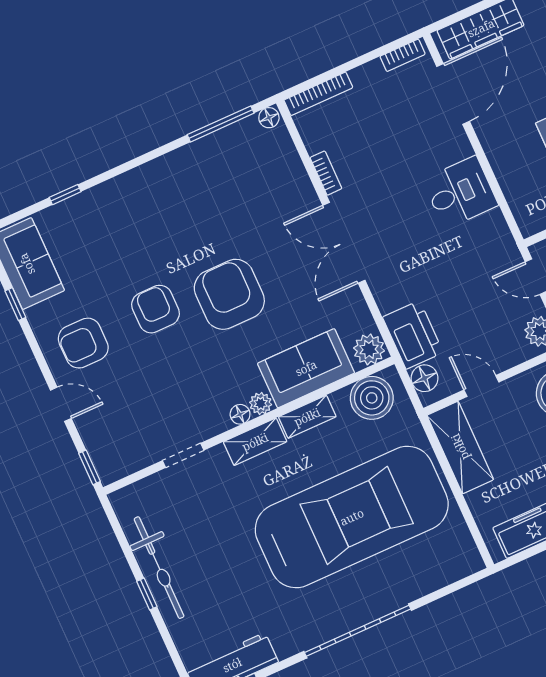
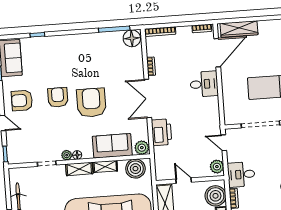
floor lamp: (269, 118) -> (132, 38), width x1.89, depth x1.89
desk: (460, 192) -> (204, 84), moved
printer: (413, 335) -> (161, 132), moved
floor lamp: (425, 378) -> (161, 168), removed
plant: (261, 403) -> (67, 155), moved

